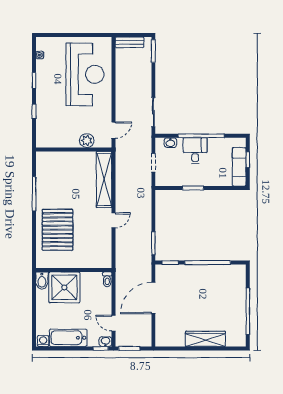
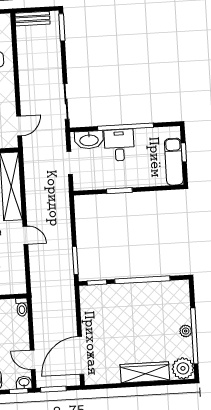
washbasin: (170, 143) -> (89, 140), width x1.91, depth x1.45
door: (114, 220) -> (25, 235), hinge flipped
door: (153, 298) -> (81, 355), moved
plant: (241, 307) -> (186, 331), added
plant: (237, 337) -> (183, 368), added

